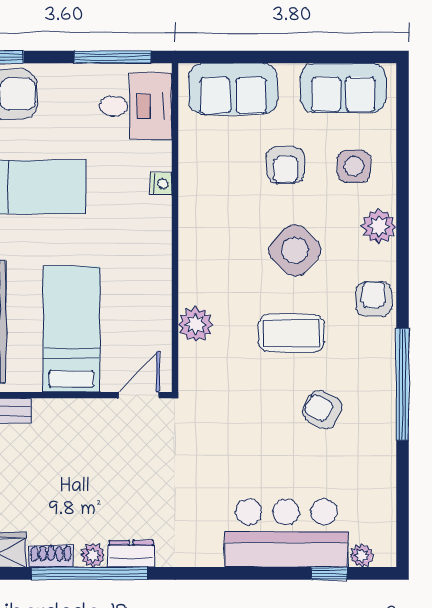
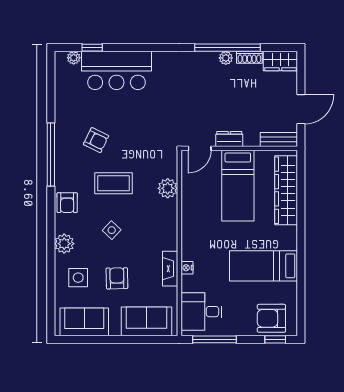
fireplace: (191, 182) -> (170, 269), added
side table: (295, 250) -> (112, 230), width x0.54, depth x0.54
dresser: (131, 554) -> (229, 139), moved, turned 180

